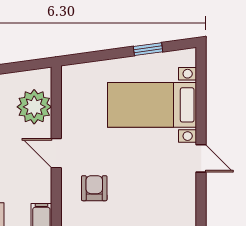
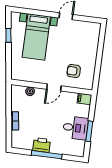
plant: (34, 107) -> (30, 91), width x0.53, depth x0.53

